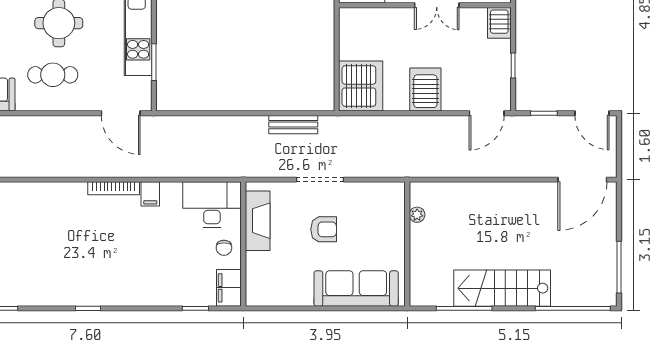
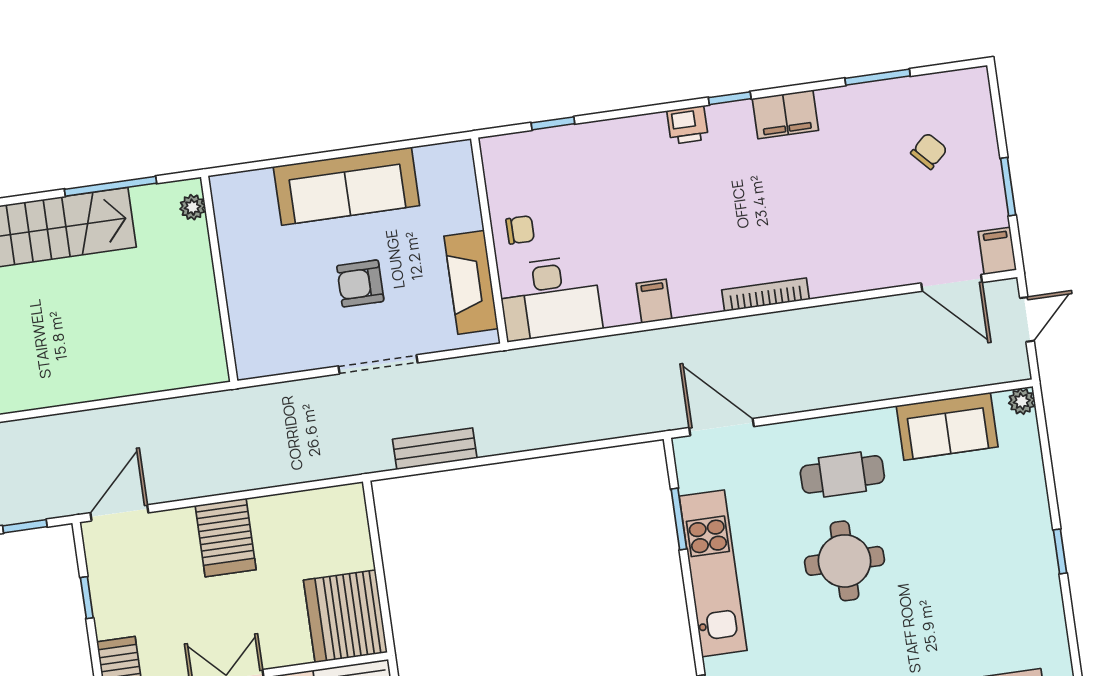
server rack: (361, 86) -> (345, 616), moved
bookcase: (114, 188) -> (765, 295), moved
plant: (417, 215) -> (193, 207), moved
chair: (224, 248) -> (520, 230), turned 90
filing cabinet: (229, 288) -> (785, 114), moved, turned 90
sofa: (356, 288) -> (346, 186), moved
printer: (115, 296) -> (688, 125), added

